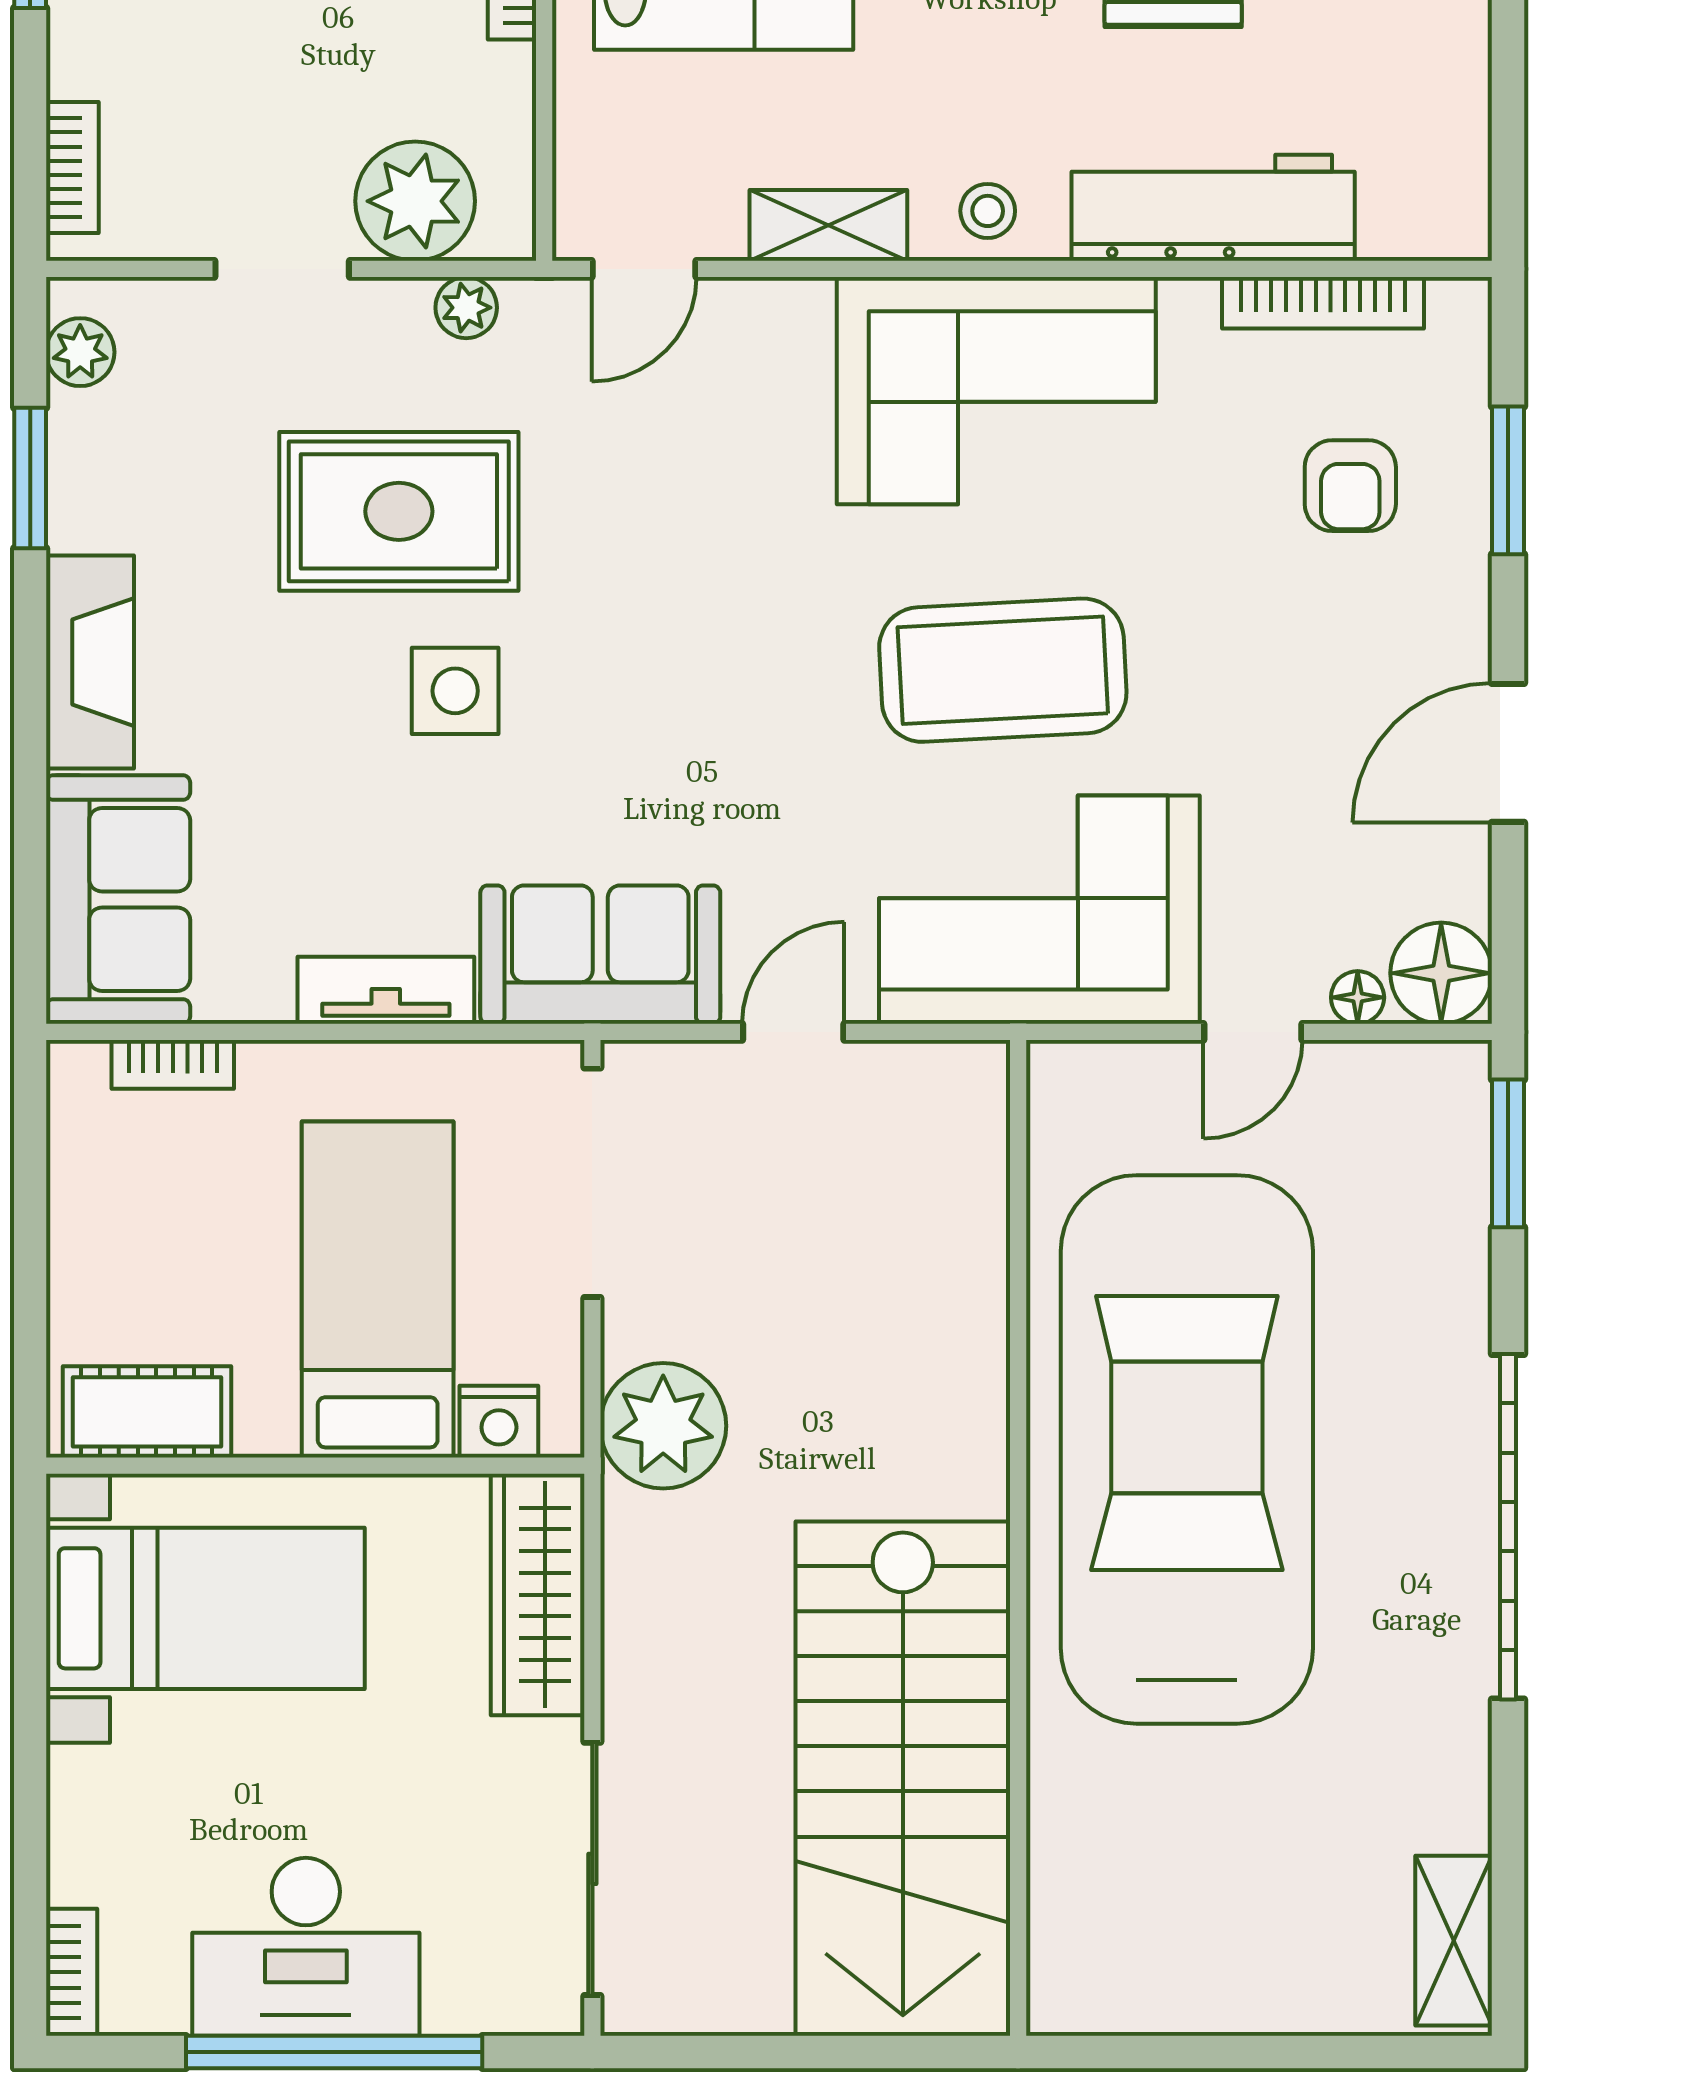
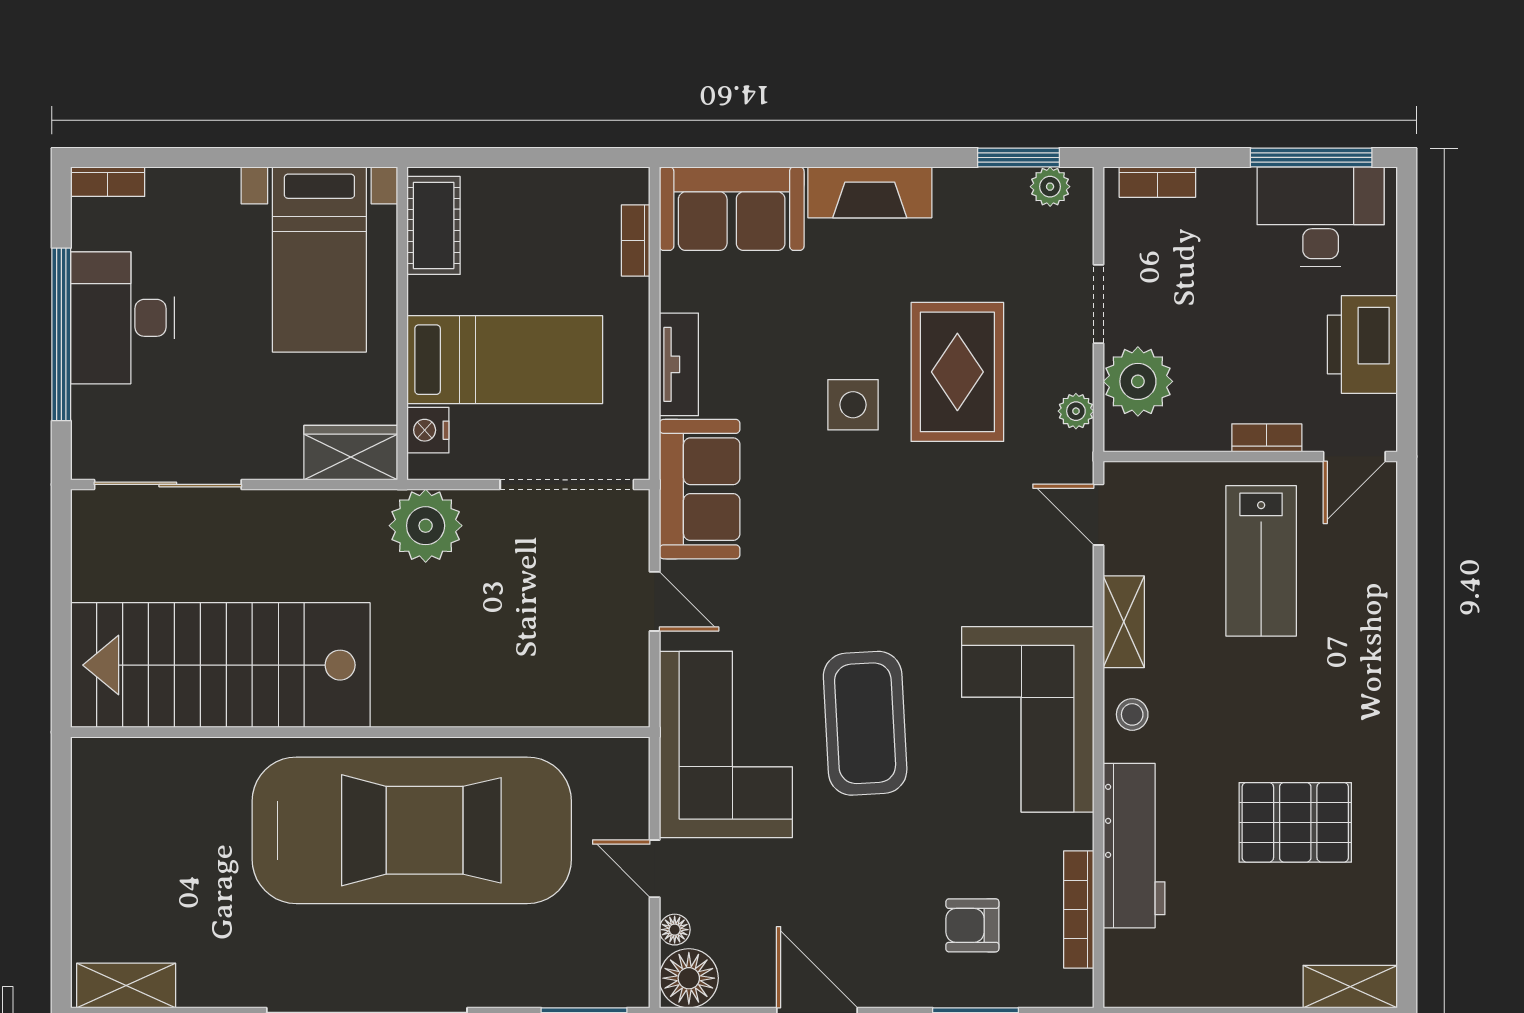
window: (30, 478) -> (1019, 157), moved
wardrobe: (538, 1595) -> (351, 453), width x0.67

